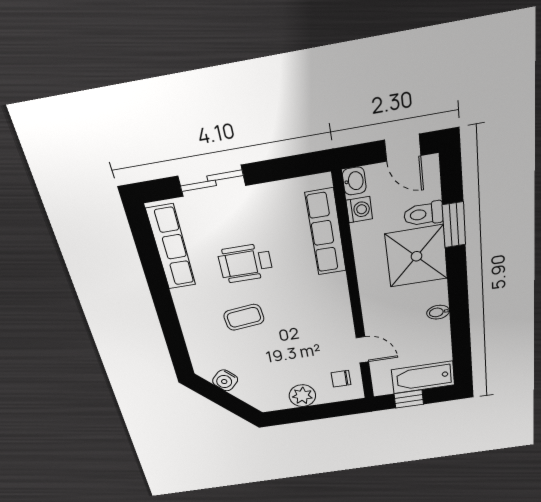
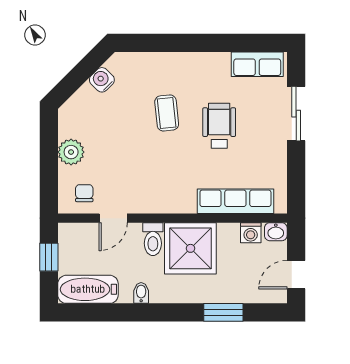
toilet: (423, 214) -> (153, 239), moved, turned 180
row of seats: (171, 247) -> (257, 64), width x0.68
shower: (416, 256) -> (190, 248), moved
bathtub: (423, 377) -> (88, 289), moved, turned -90

